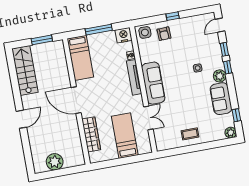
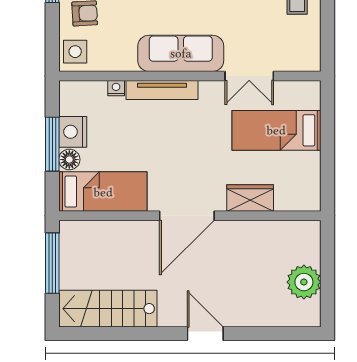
nightstand: (124, 35) -> (73, 132), moved
floor lamp: (93, 39) -> (69, 160), added
window: (42, 40) -> (52, 263), width x1.44
double door: (148, 118) -> (249, 76), swing flipped
wardrobe: (91, 134) -> (250, 198), width x0.67

